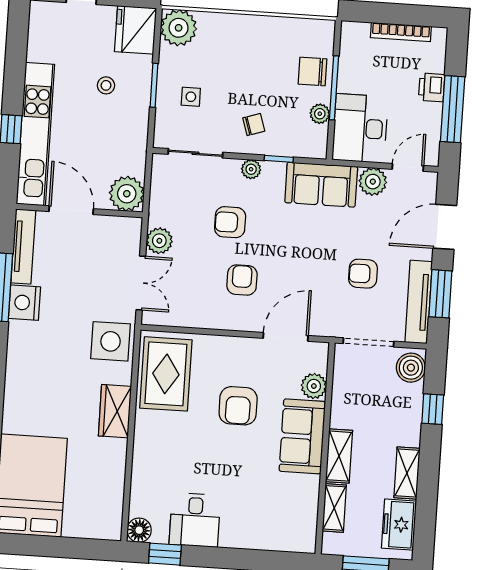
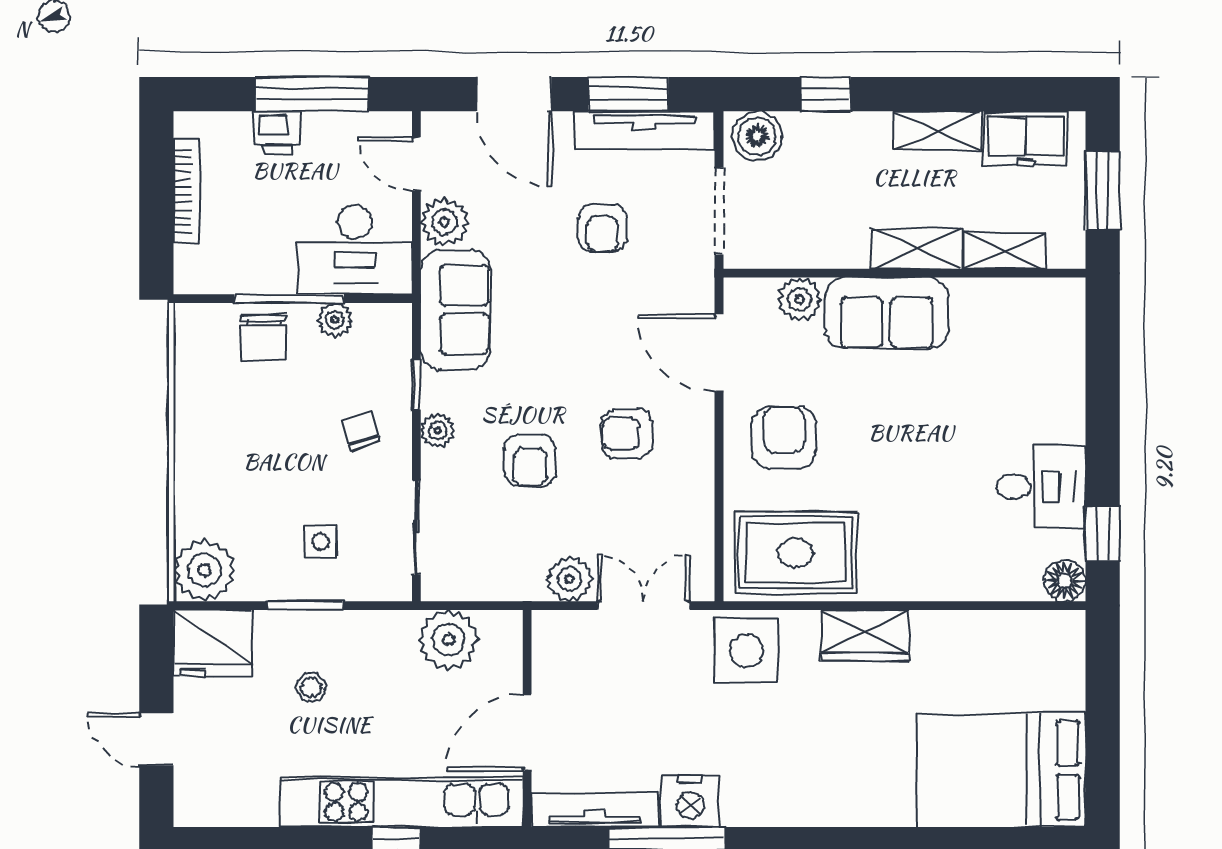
plant: (127, 194) -> (448, 640), moved
armchair: (238, 406) -> (784, 438), moved, turned -90

